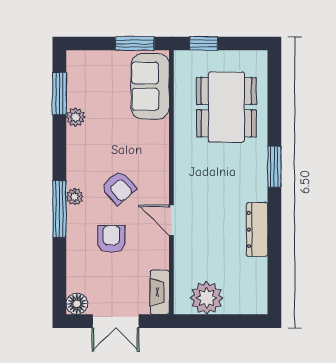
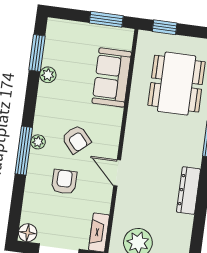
sofa: (150, 86) -> (112, 77), moved

